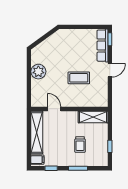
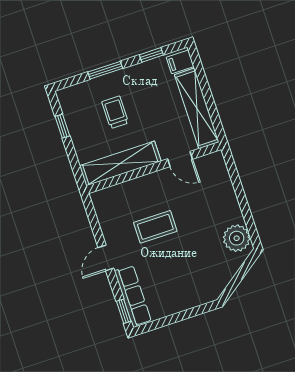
plant: (38, 72) -> (237, 238), moved
shelving: (93, 117) -> (120, 163), width x1.47

